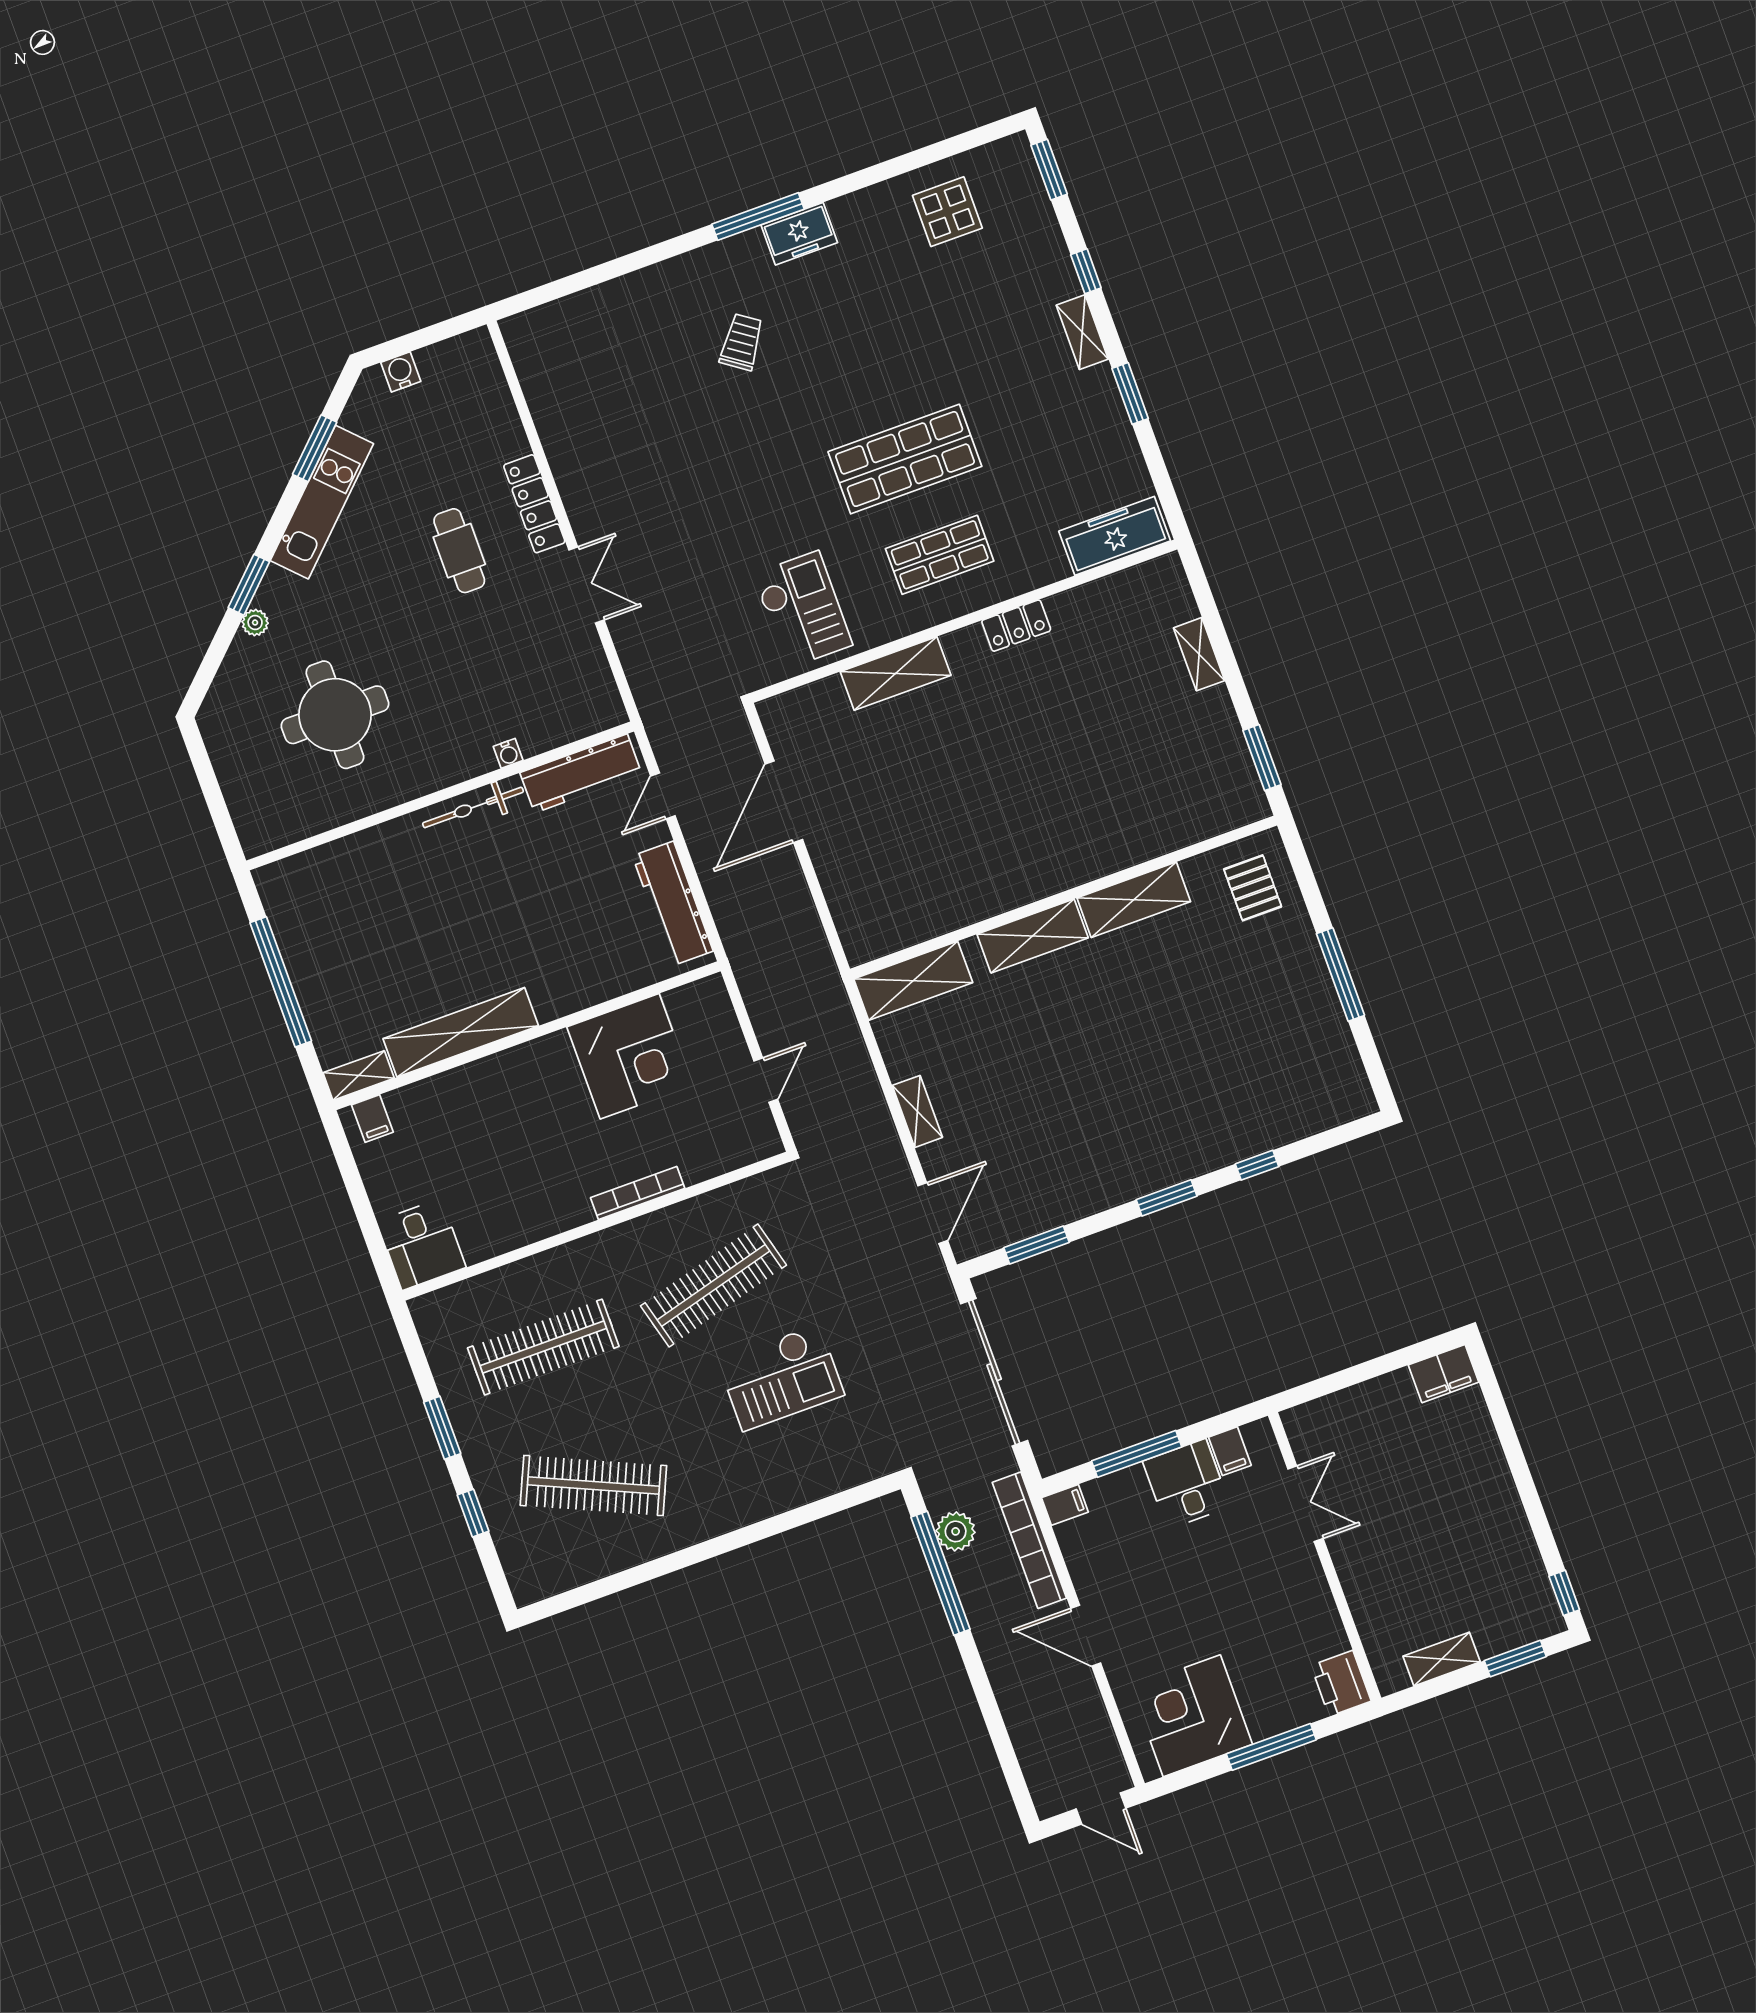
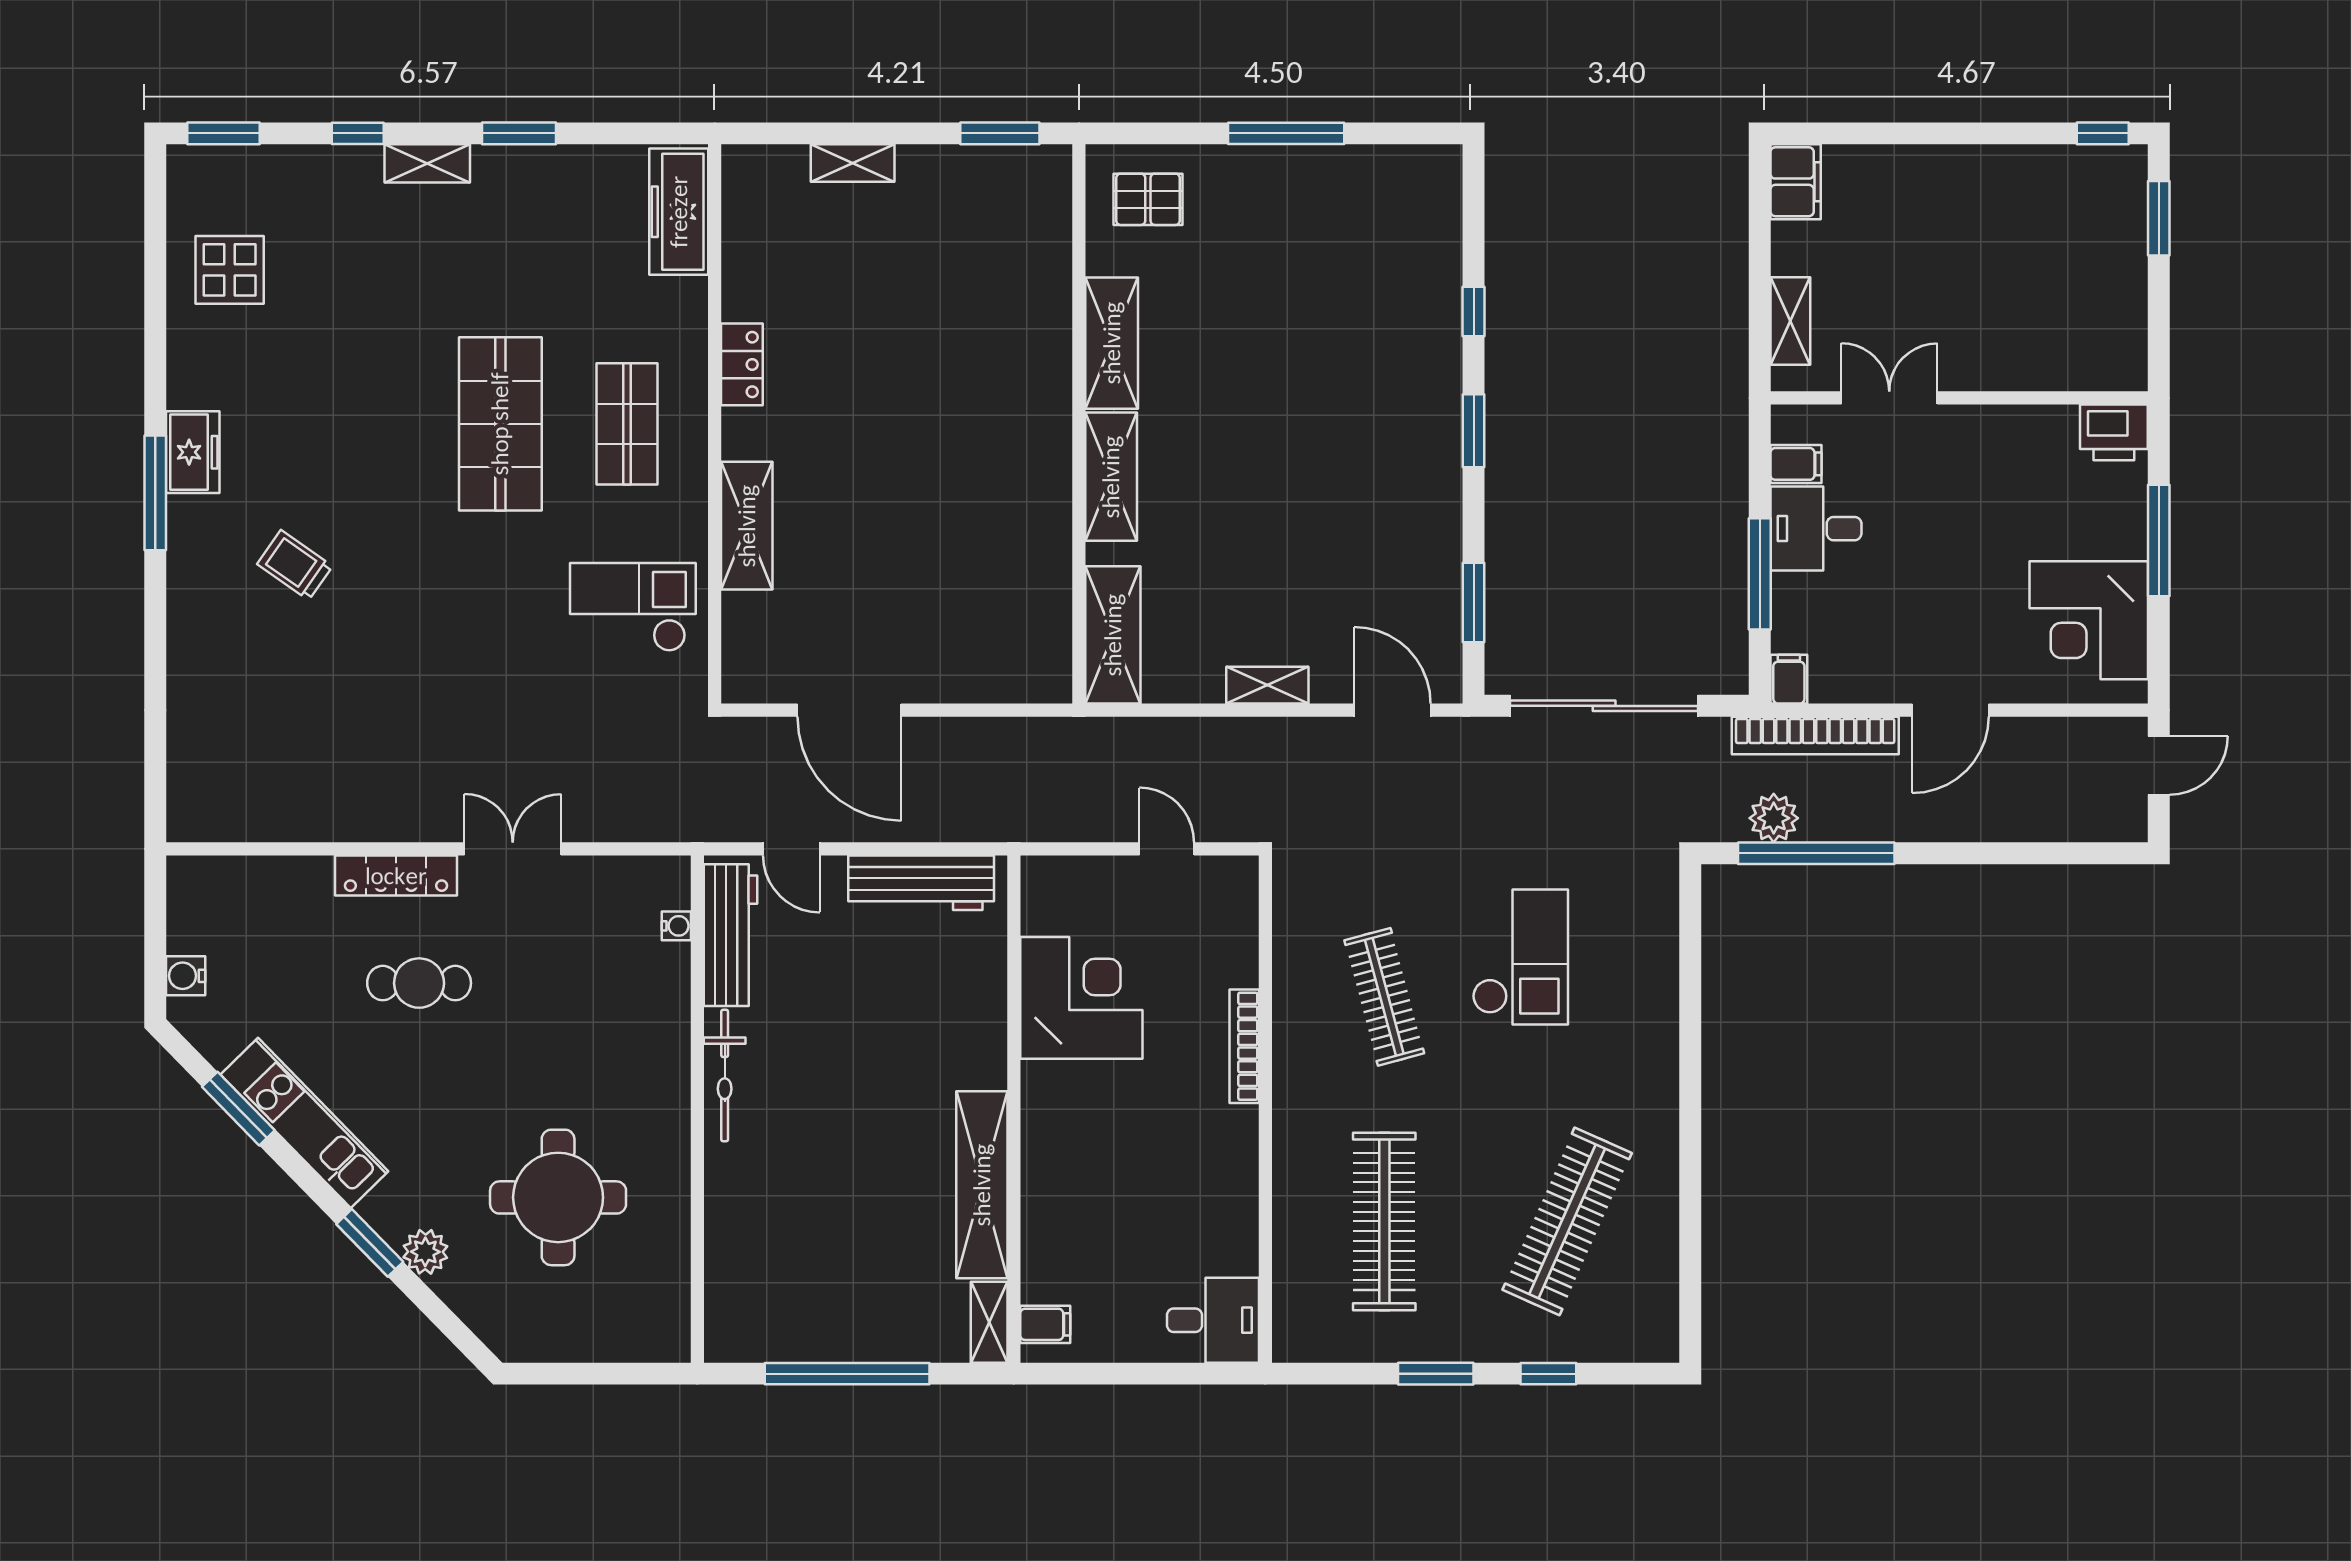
plant: (255, 622) -> (425, 1252), width x1.38, depth x1.38
water cooler: (508, 753) -> (676, 926), moved
clothes rail: (713, 1285) -> (1384, 997), width x0.73, depth x0.76
shelving: (1442, 1659) -> (1790, 321), moved

